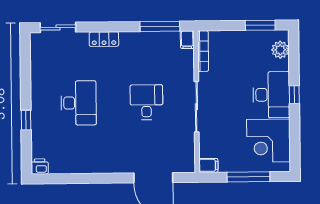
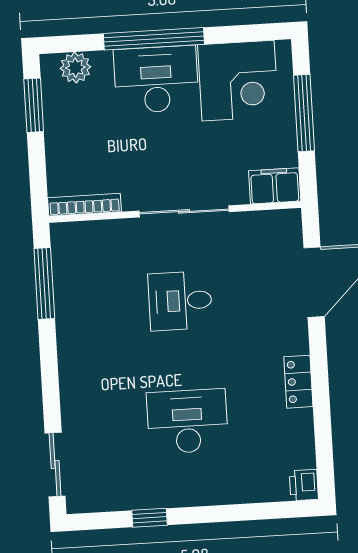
locker: (104, 39) -> (298, 382), moved, turned 180
filing cabinet: (187, 40) -> (66, 234), removed
window: (294, 95) -> (154, 39), width x3.17
window: (26, 120) -> (150, 518), moved
filing cabinet: (208, 165) -> (275, 186), width x2.00

